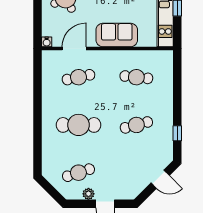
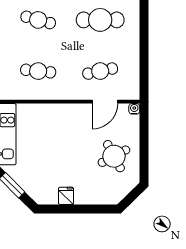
sofa: (117, 35) -> (59, 116), removed
cafe table: (136, 125) -> (38, 20), turned 30

